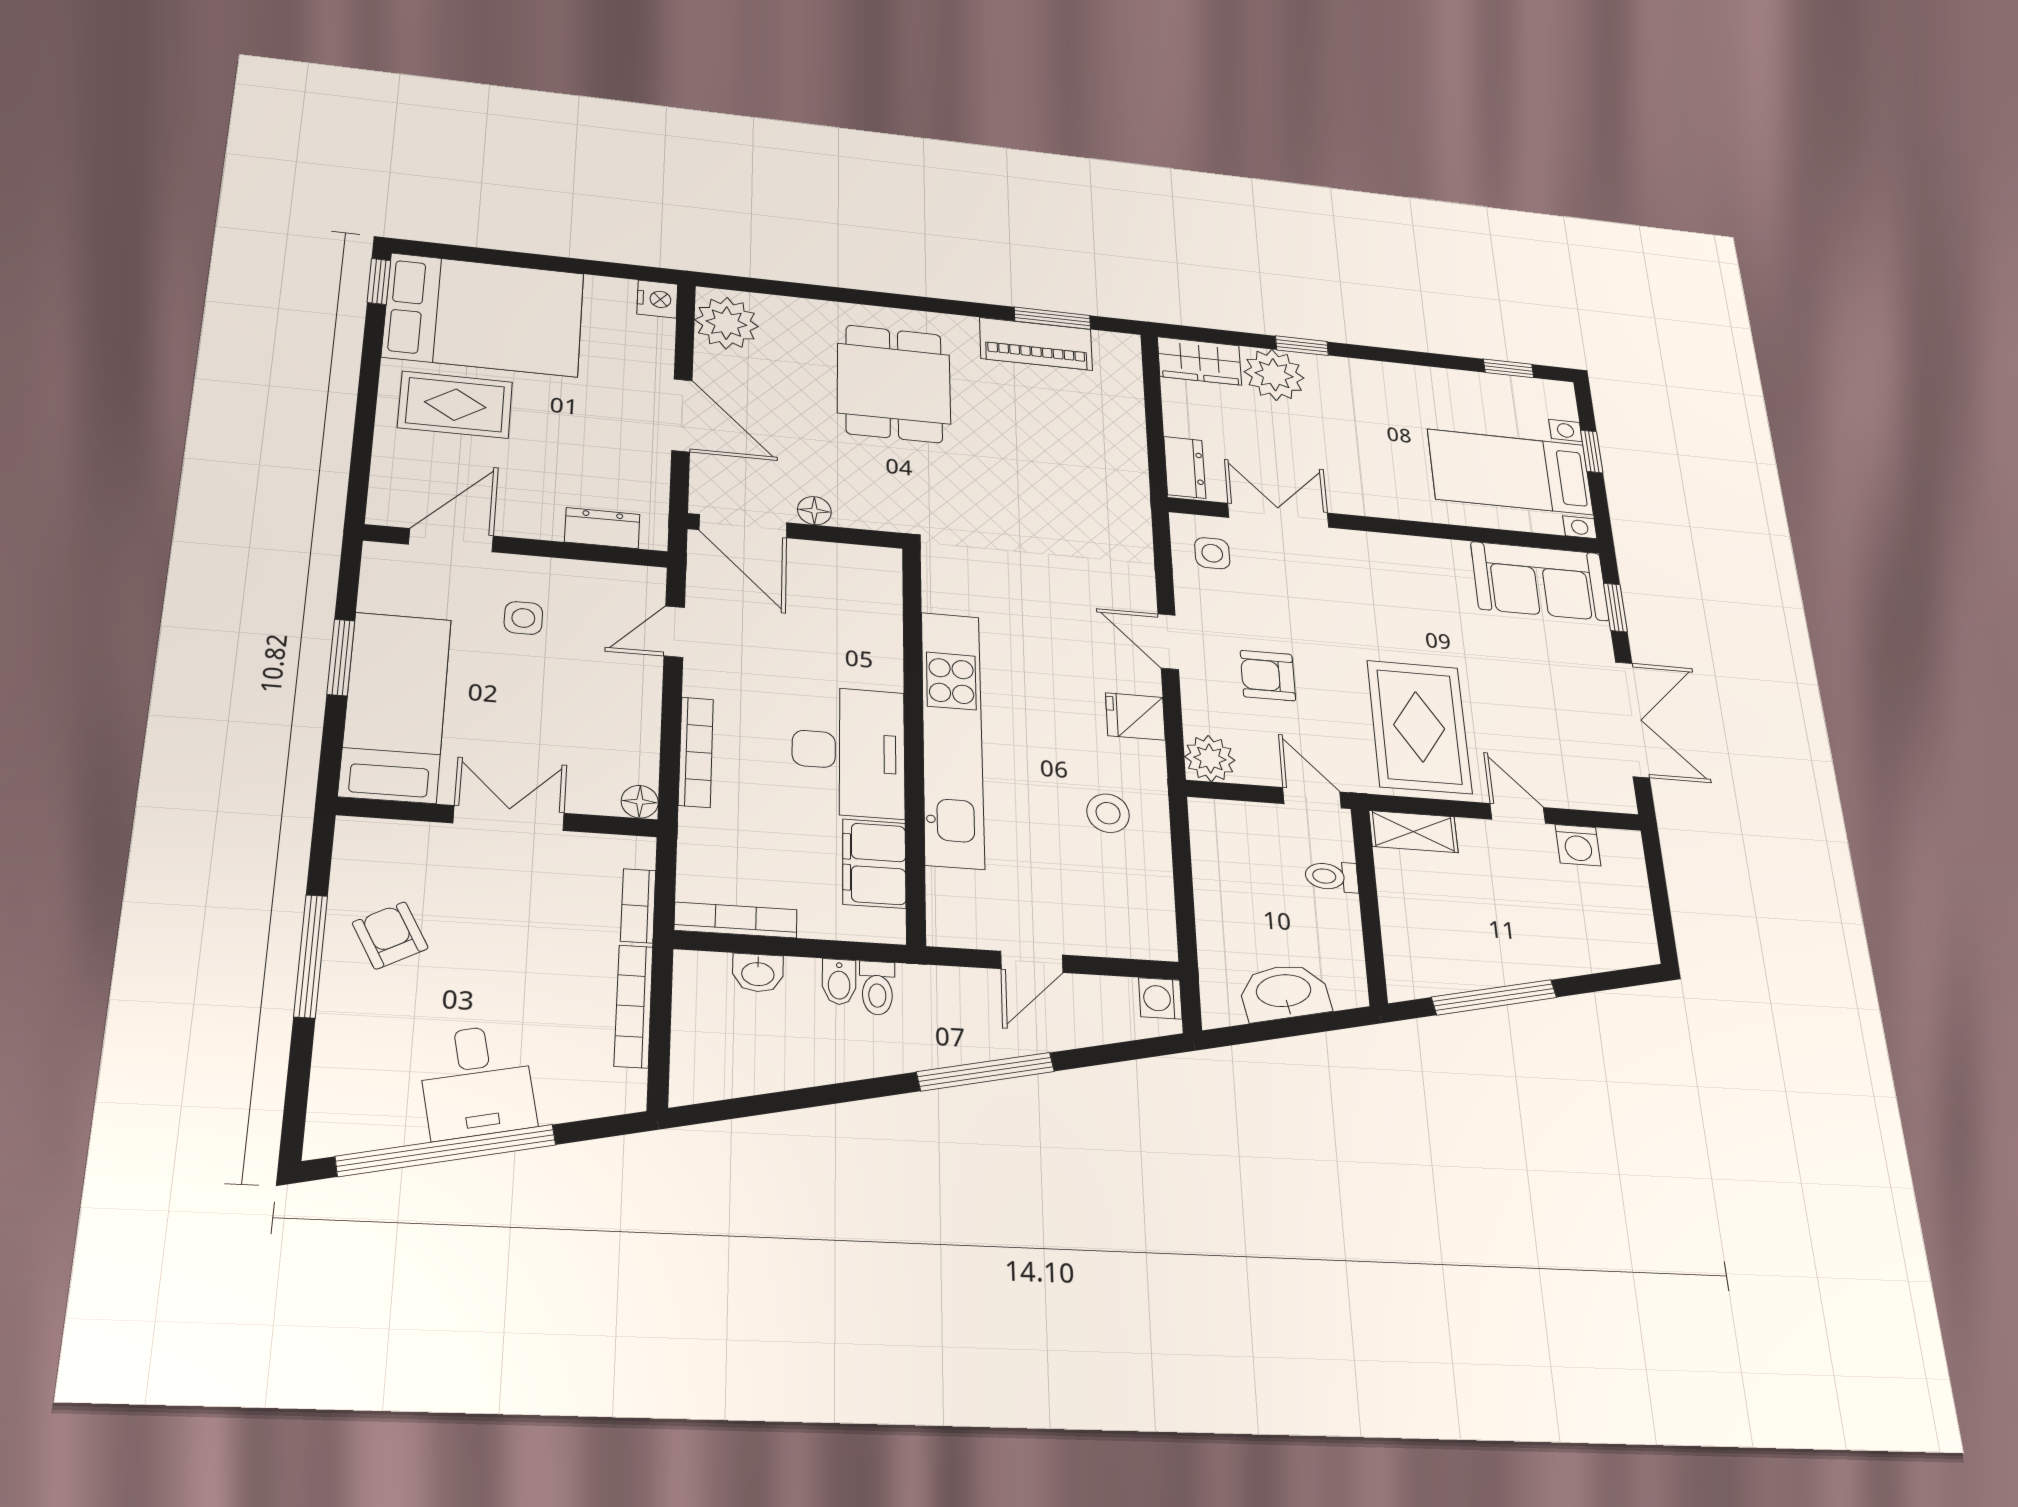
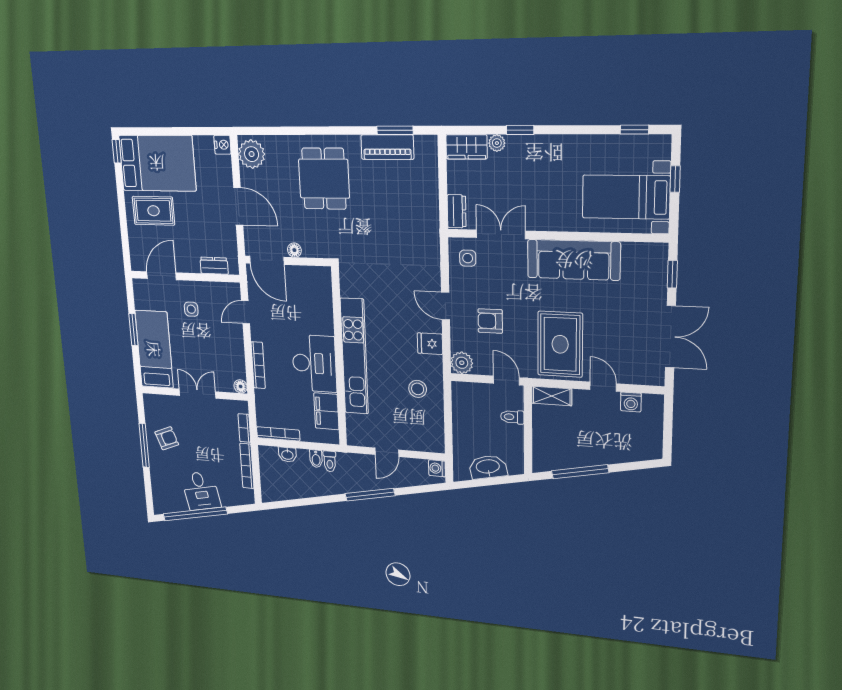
plant: (1274, 375) -> (497, 143), width x0.53, depth x0.53
sofa: (1540, 581) -> (574, 260), moved, width x1.36
armchair: (390, 935) -> (167, 438), turned 97

